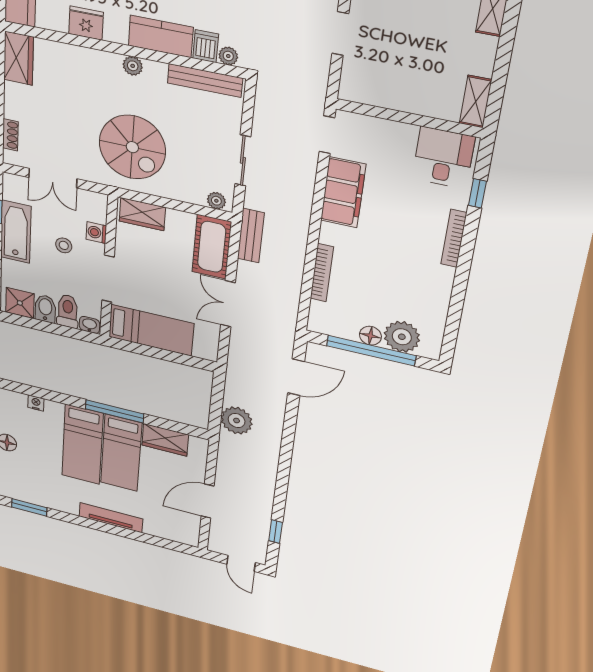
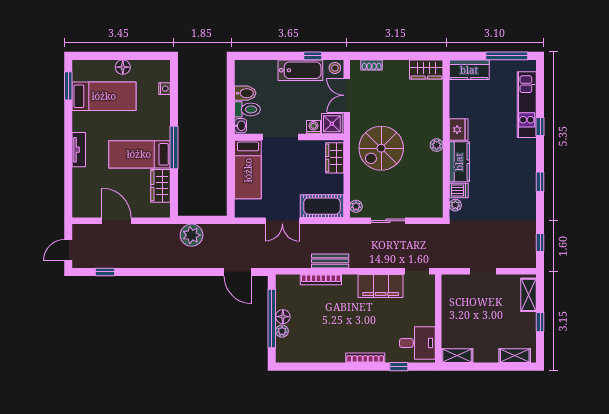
fridge: (86, 23) -> (459, 130), moved
bench: (205, 81) -> (436, 192), removed
bench: (251, 236) -> (330, 261), moved
stool: (64, 245) -> (335, 68), moved
shower: (20, 303) -> (332, 124), moved
double door: (228, 304) -> (282, 221), swing flipped
plant: (402, 337) -> (282, 331), width x0.53, depth x0.53
bed: (82, 445) -> (104, 96), moved, turned 180
tv unit: (111, 518) -> (79, 150), width x0.71

